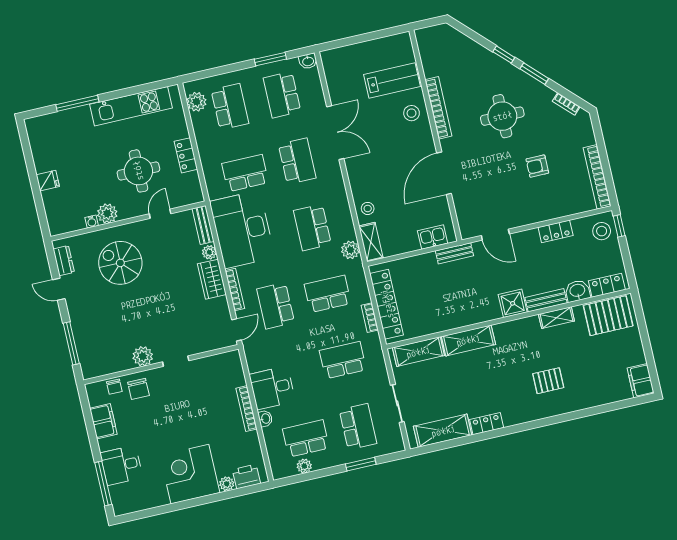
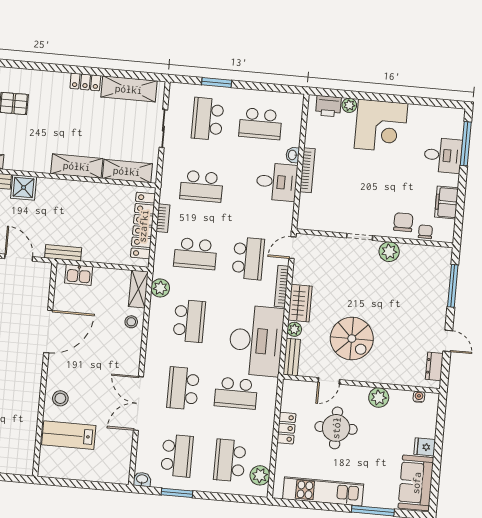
bookcase: (438, 108) -> (33, 395), removed
sofa: (45, 143) -> (416, 483), added
water cooler: (92, 222) -> (419, 397), moved
spiral stairs: (120, 263) -> (352, 339), moved
plant: (304, 466) -> (271, 98), removed

